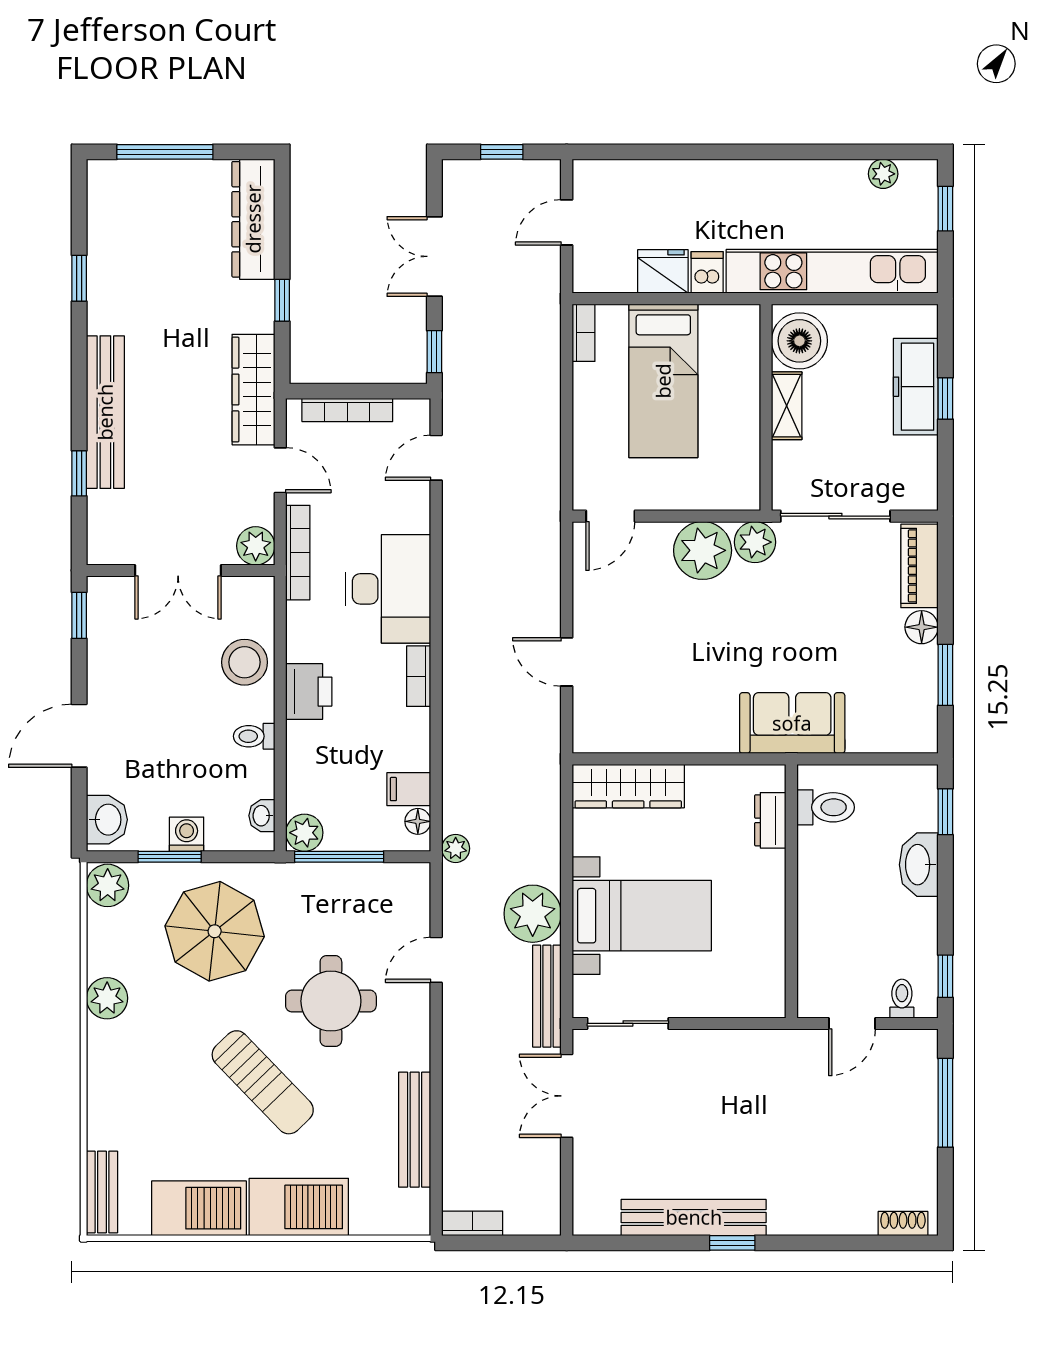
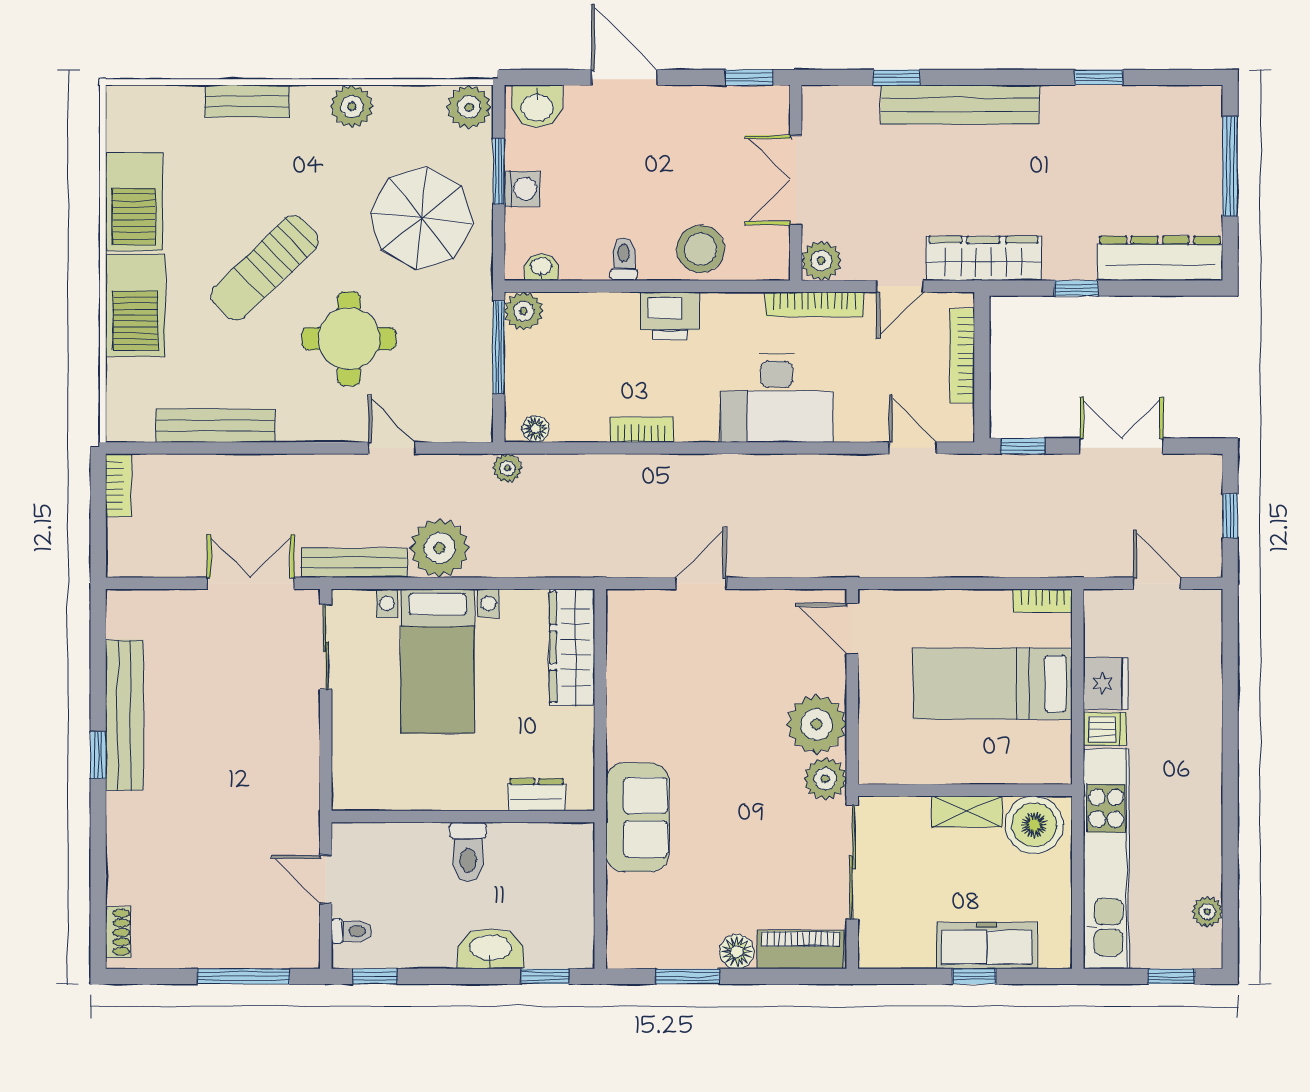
bookcase: (419, 676) -> (642, 430), moved
filing cabinet: (409, 789) -> (569, 419), removed
toilet: (826, 807) -> (468, 852), moved
bench: (102, 1192) -> (247, 101), moved

